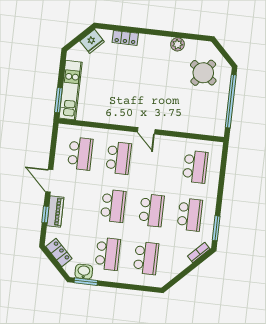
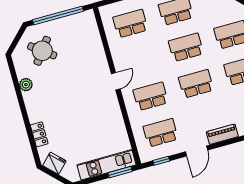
window: (45, 214) -> (161, 161), moved

